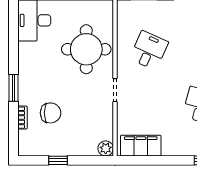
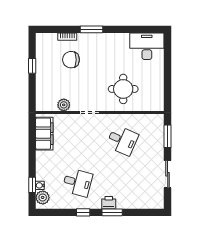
round table: (86, 49) -> (123, 89), width x0.73, depth x0.73
chair: (51, 113) -> (71, 60), turned 90
plant: (106, 148) -> (64, 105), moved

